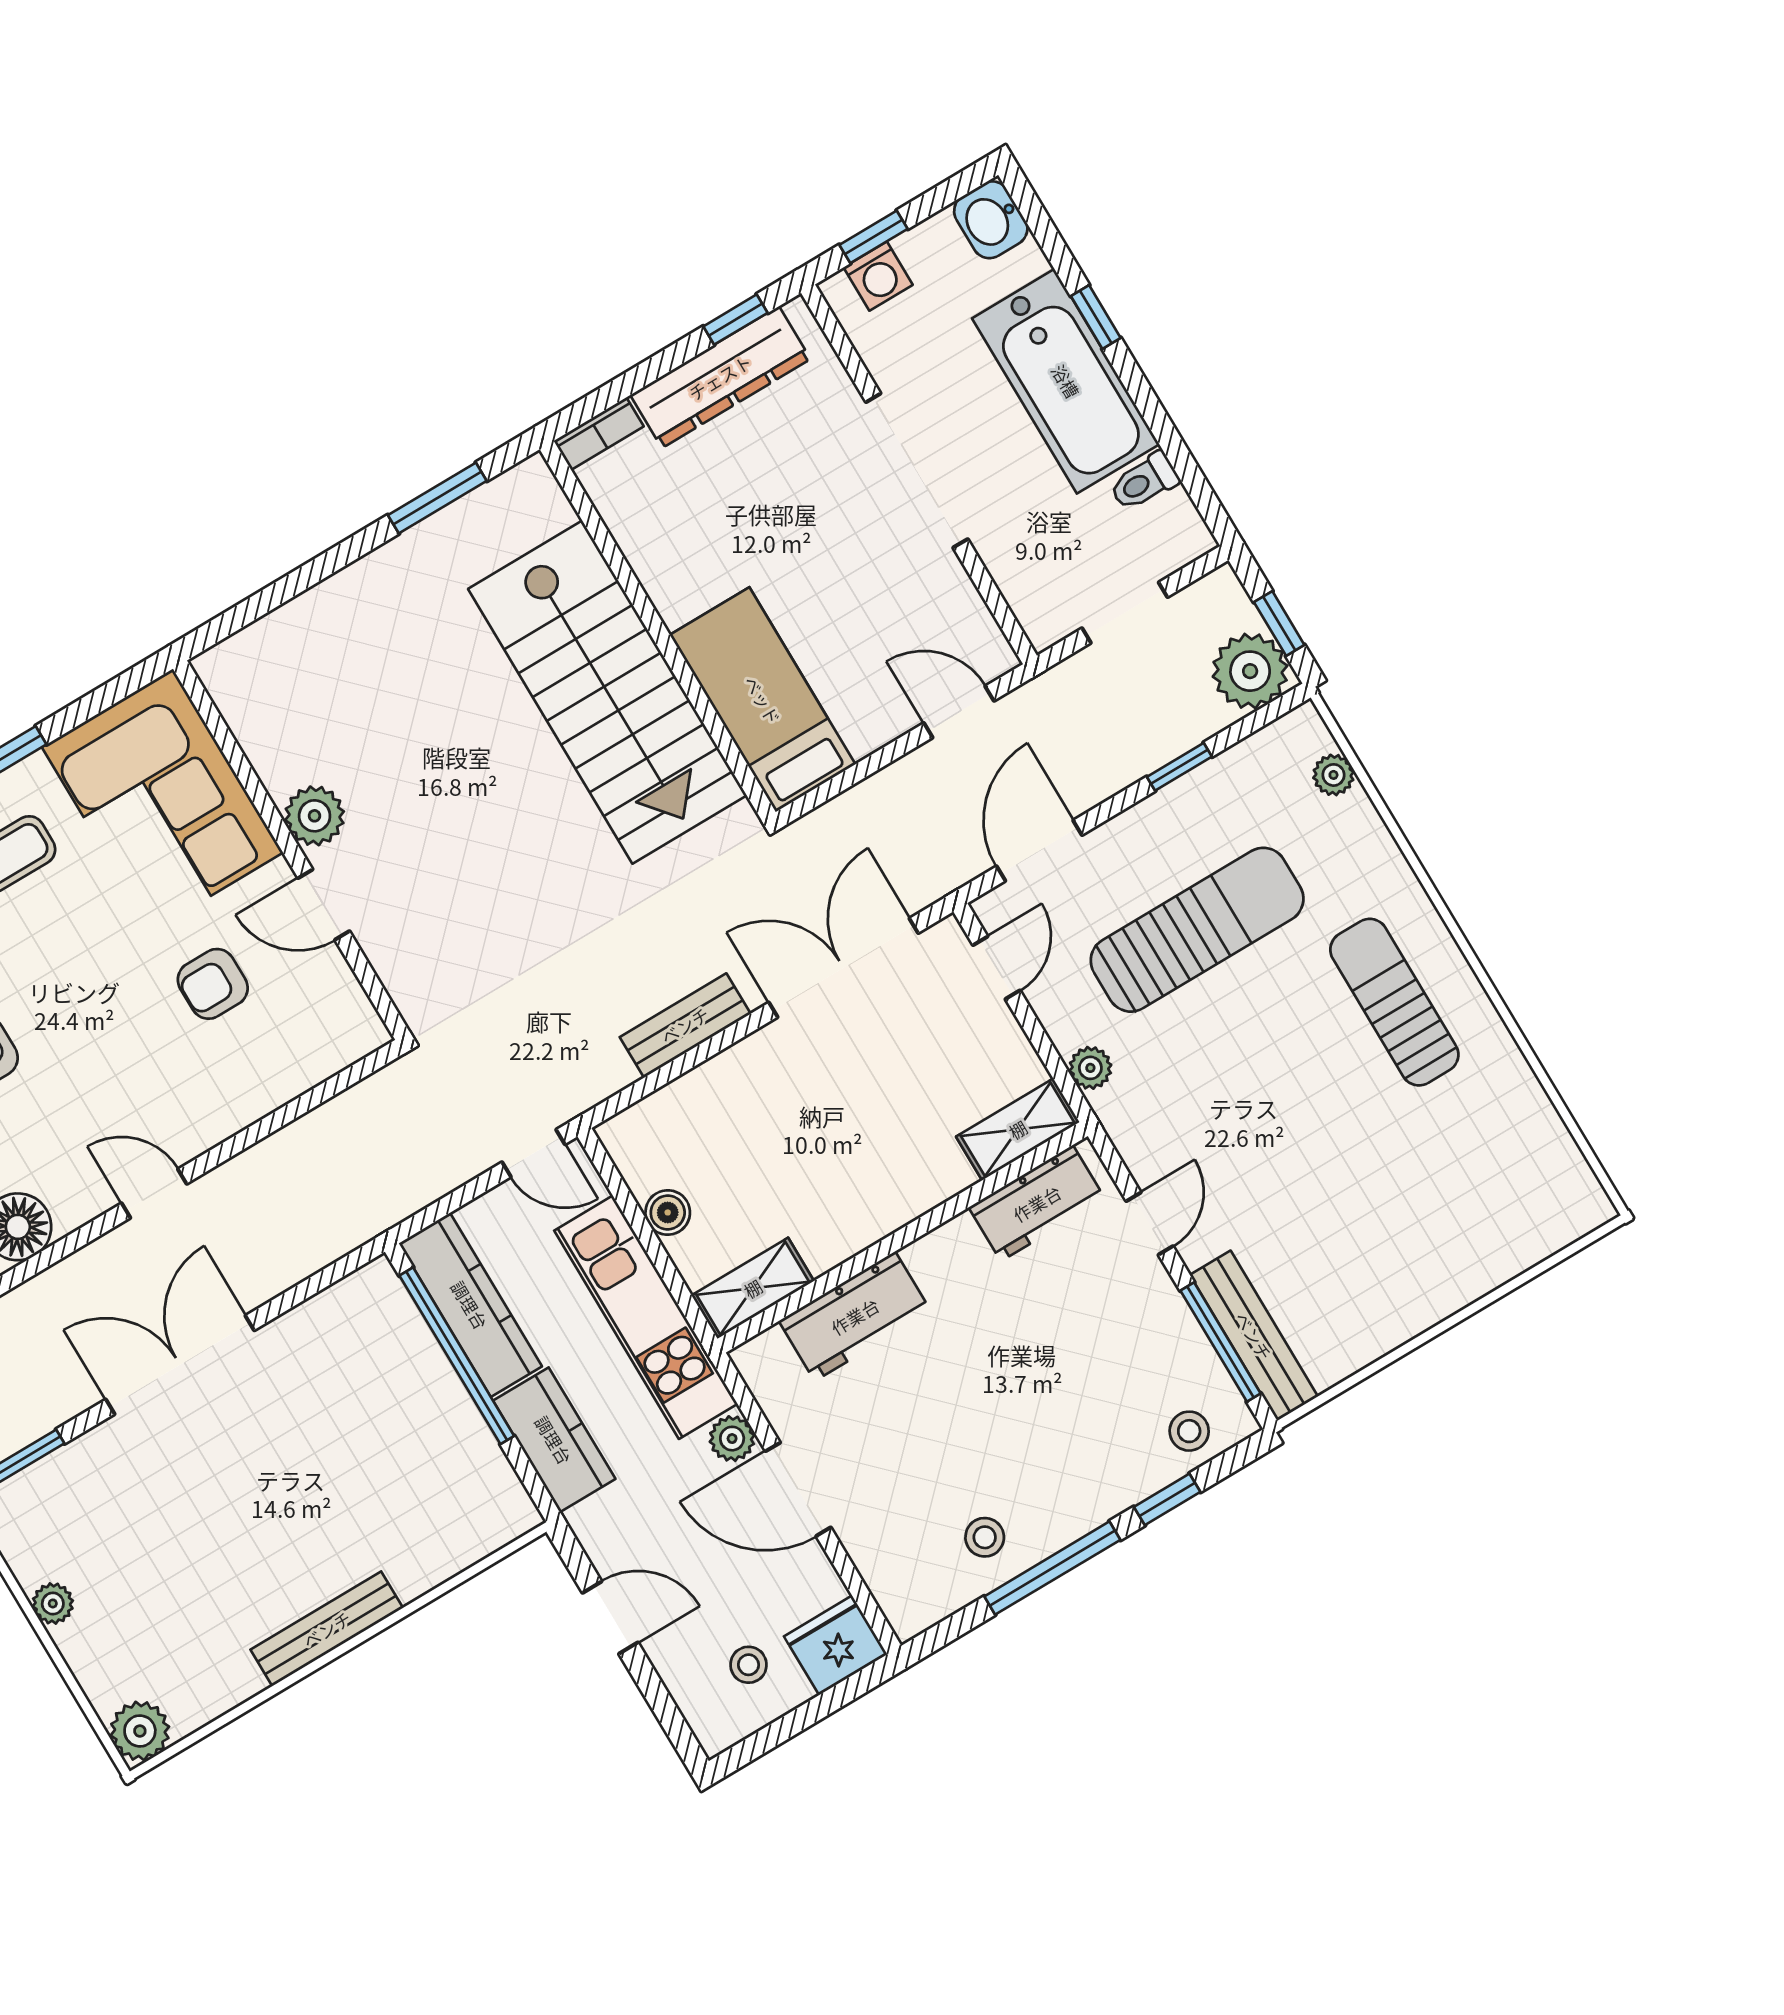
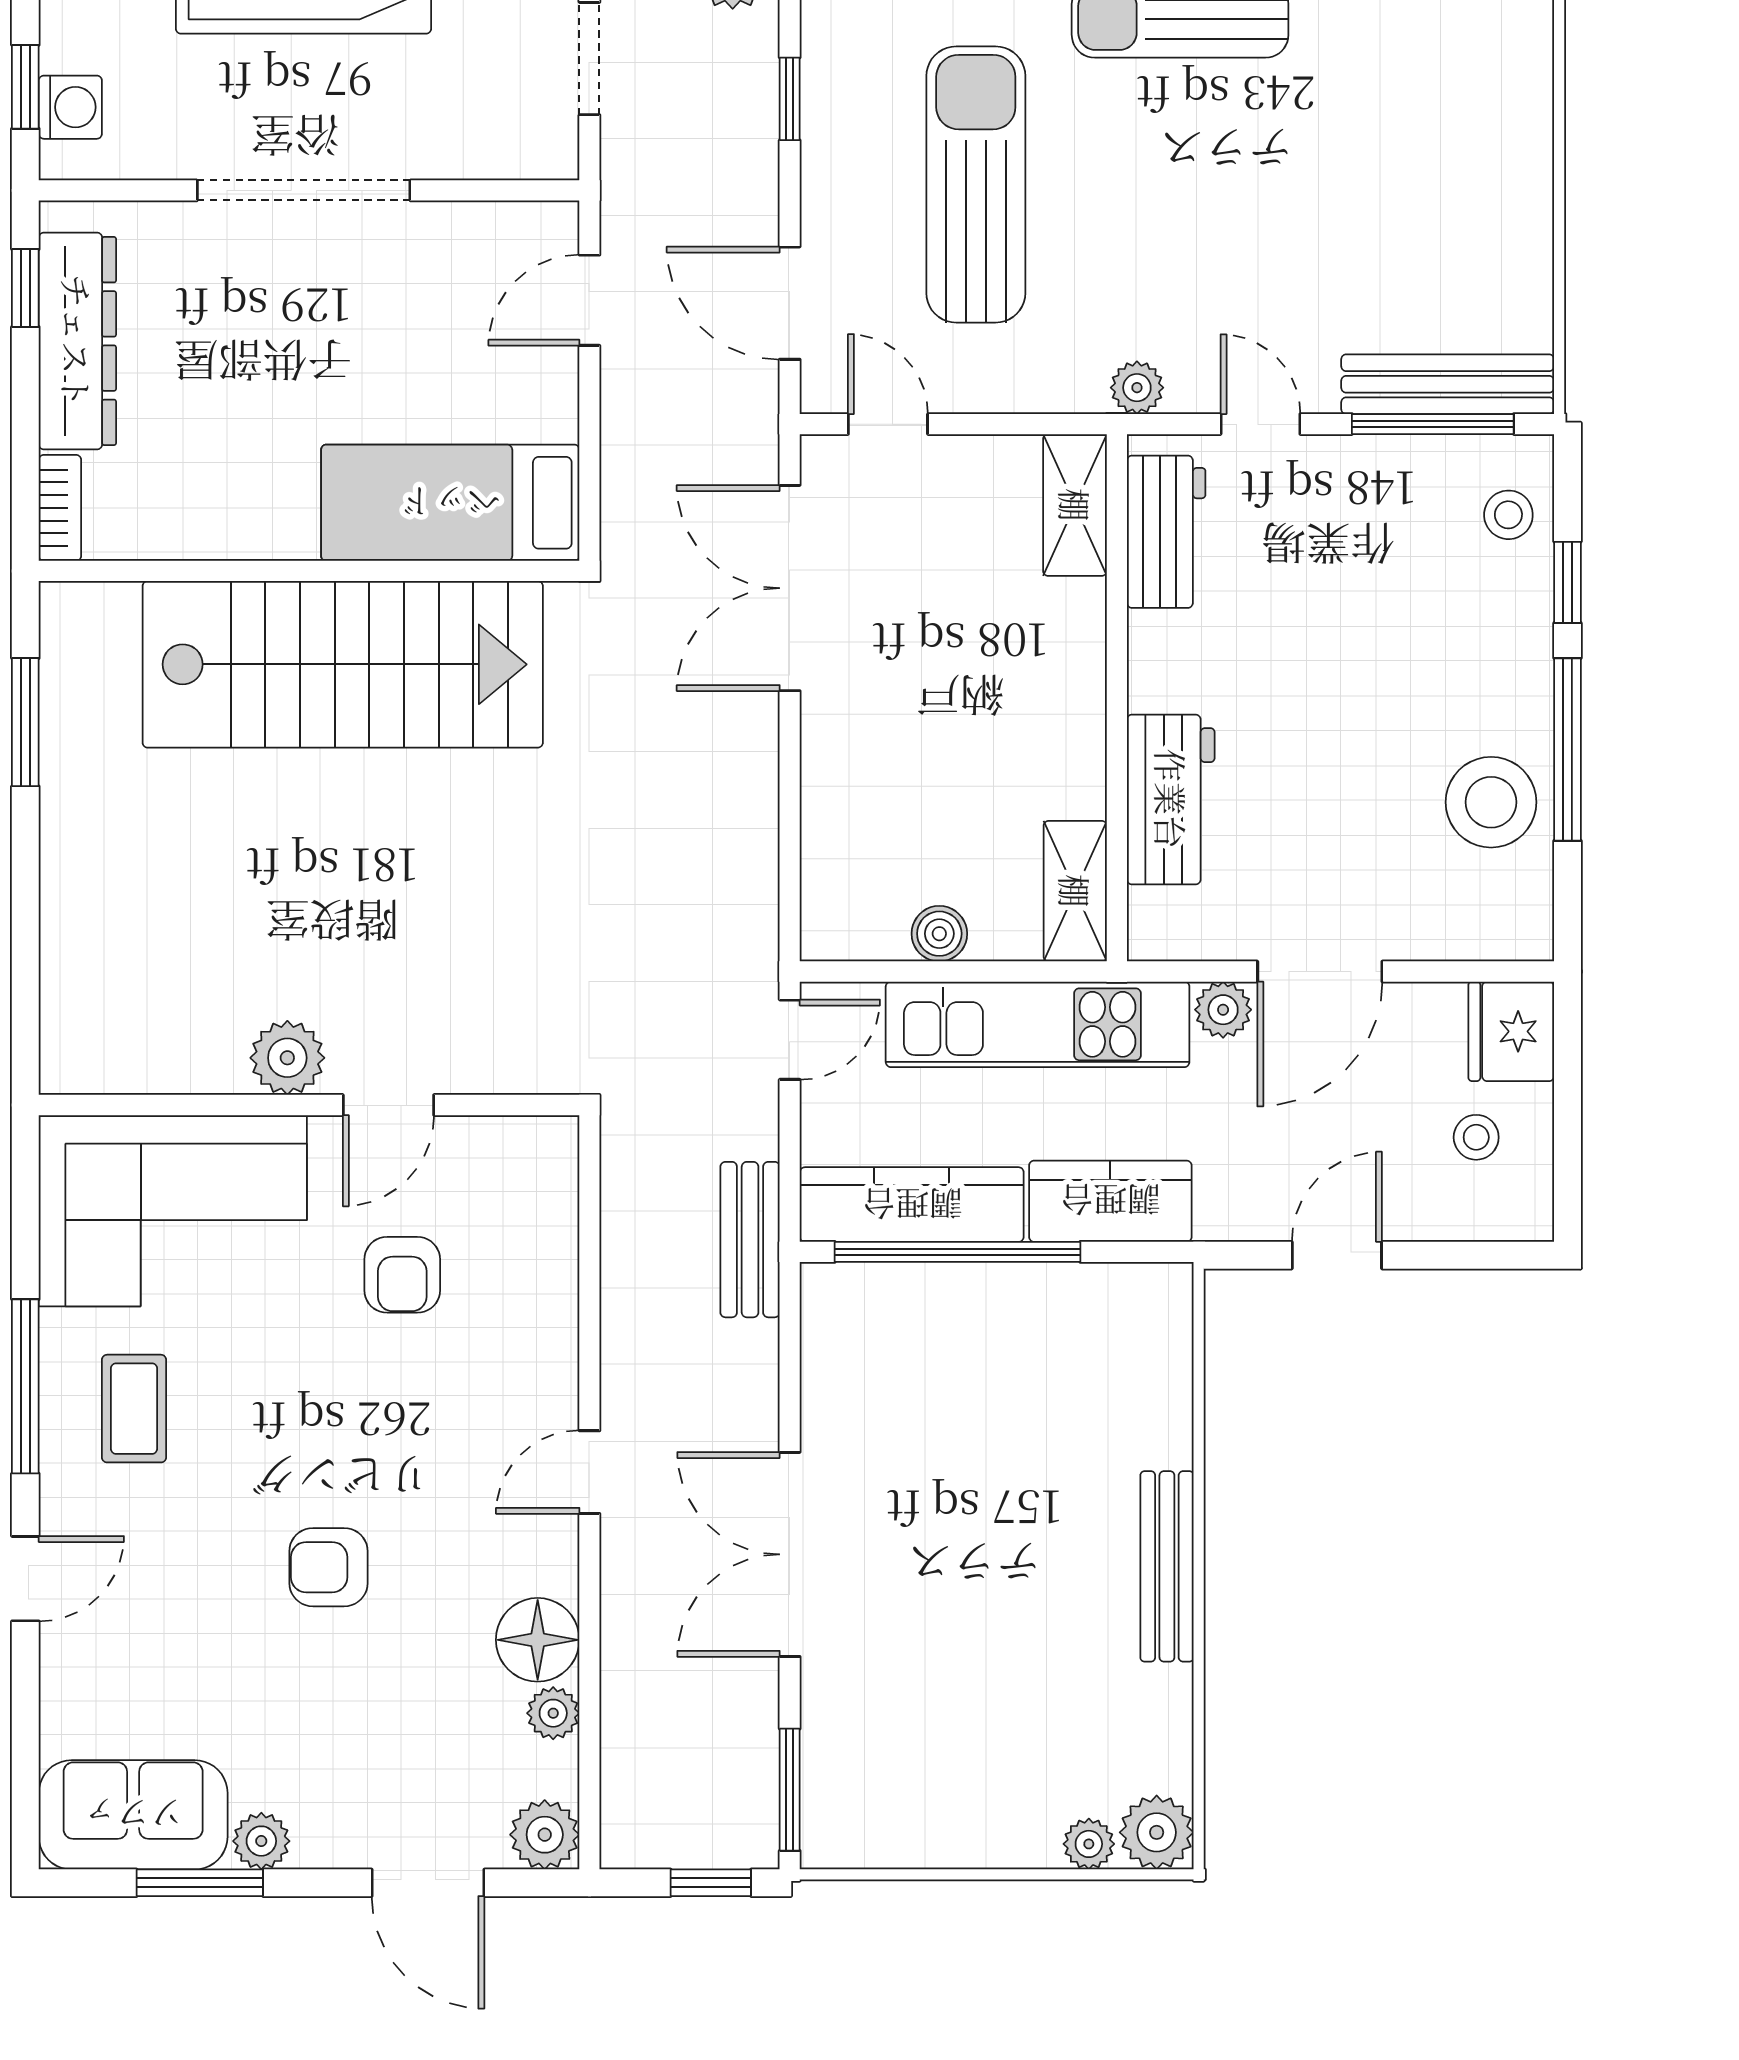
bench: (685, 1025) -> (750, 1240), moved
plant: (1090, 1068) -> (1137, 388), moved
stool: (985, 1537) -> (1491, 802), width x1.89, depth x1.89
plant: (53, 1603) -> (1089, 1844), moved

